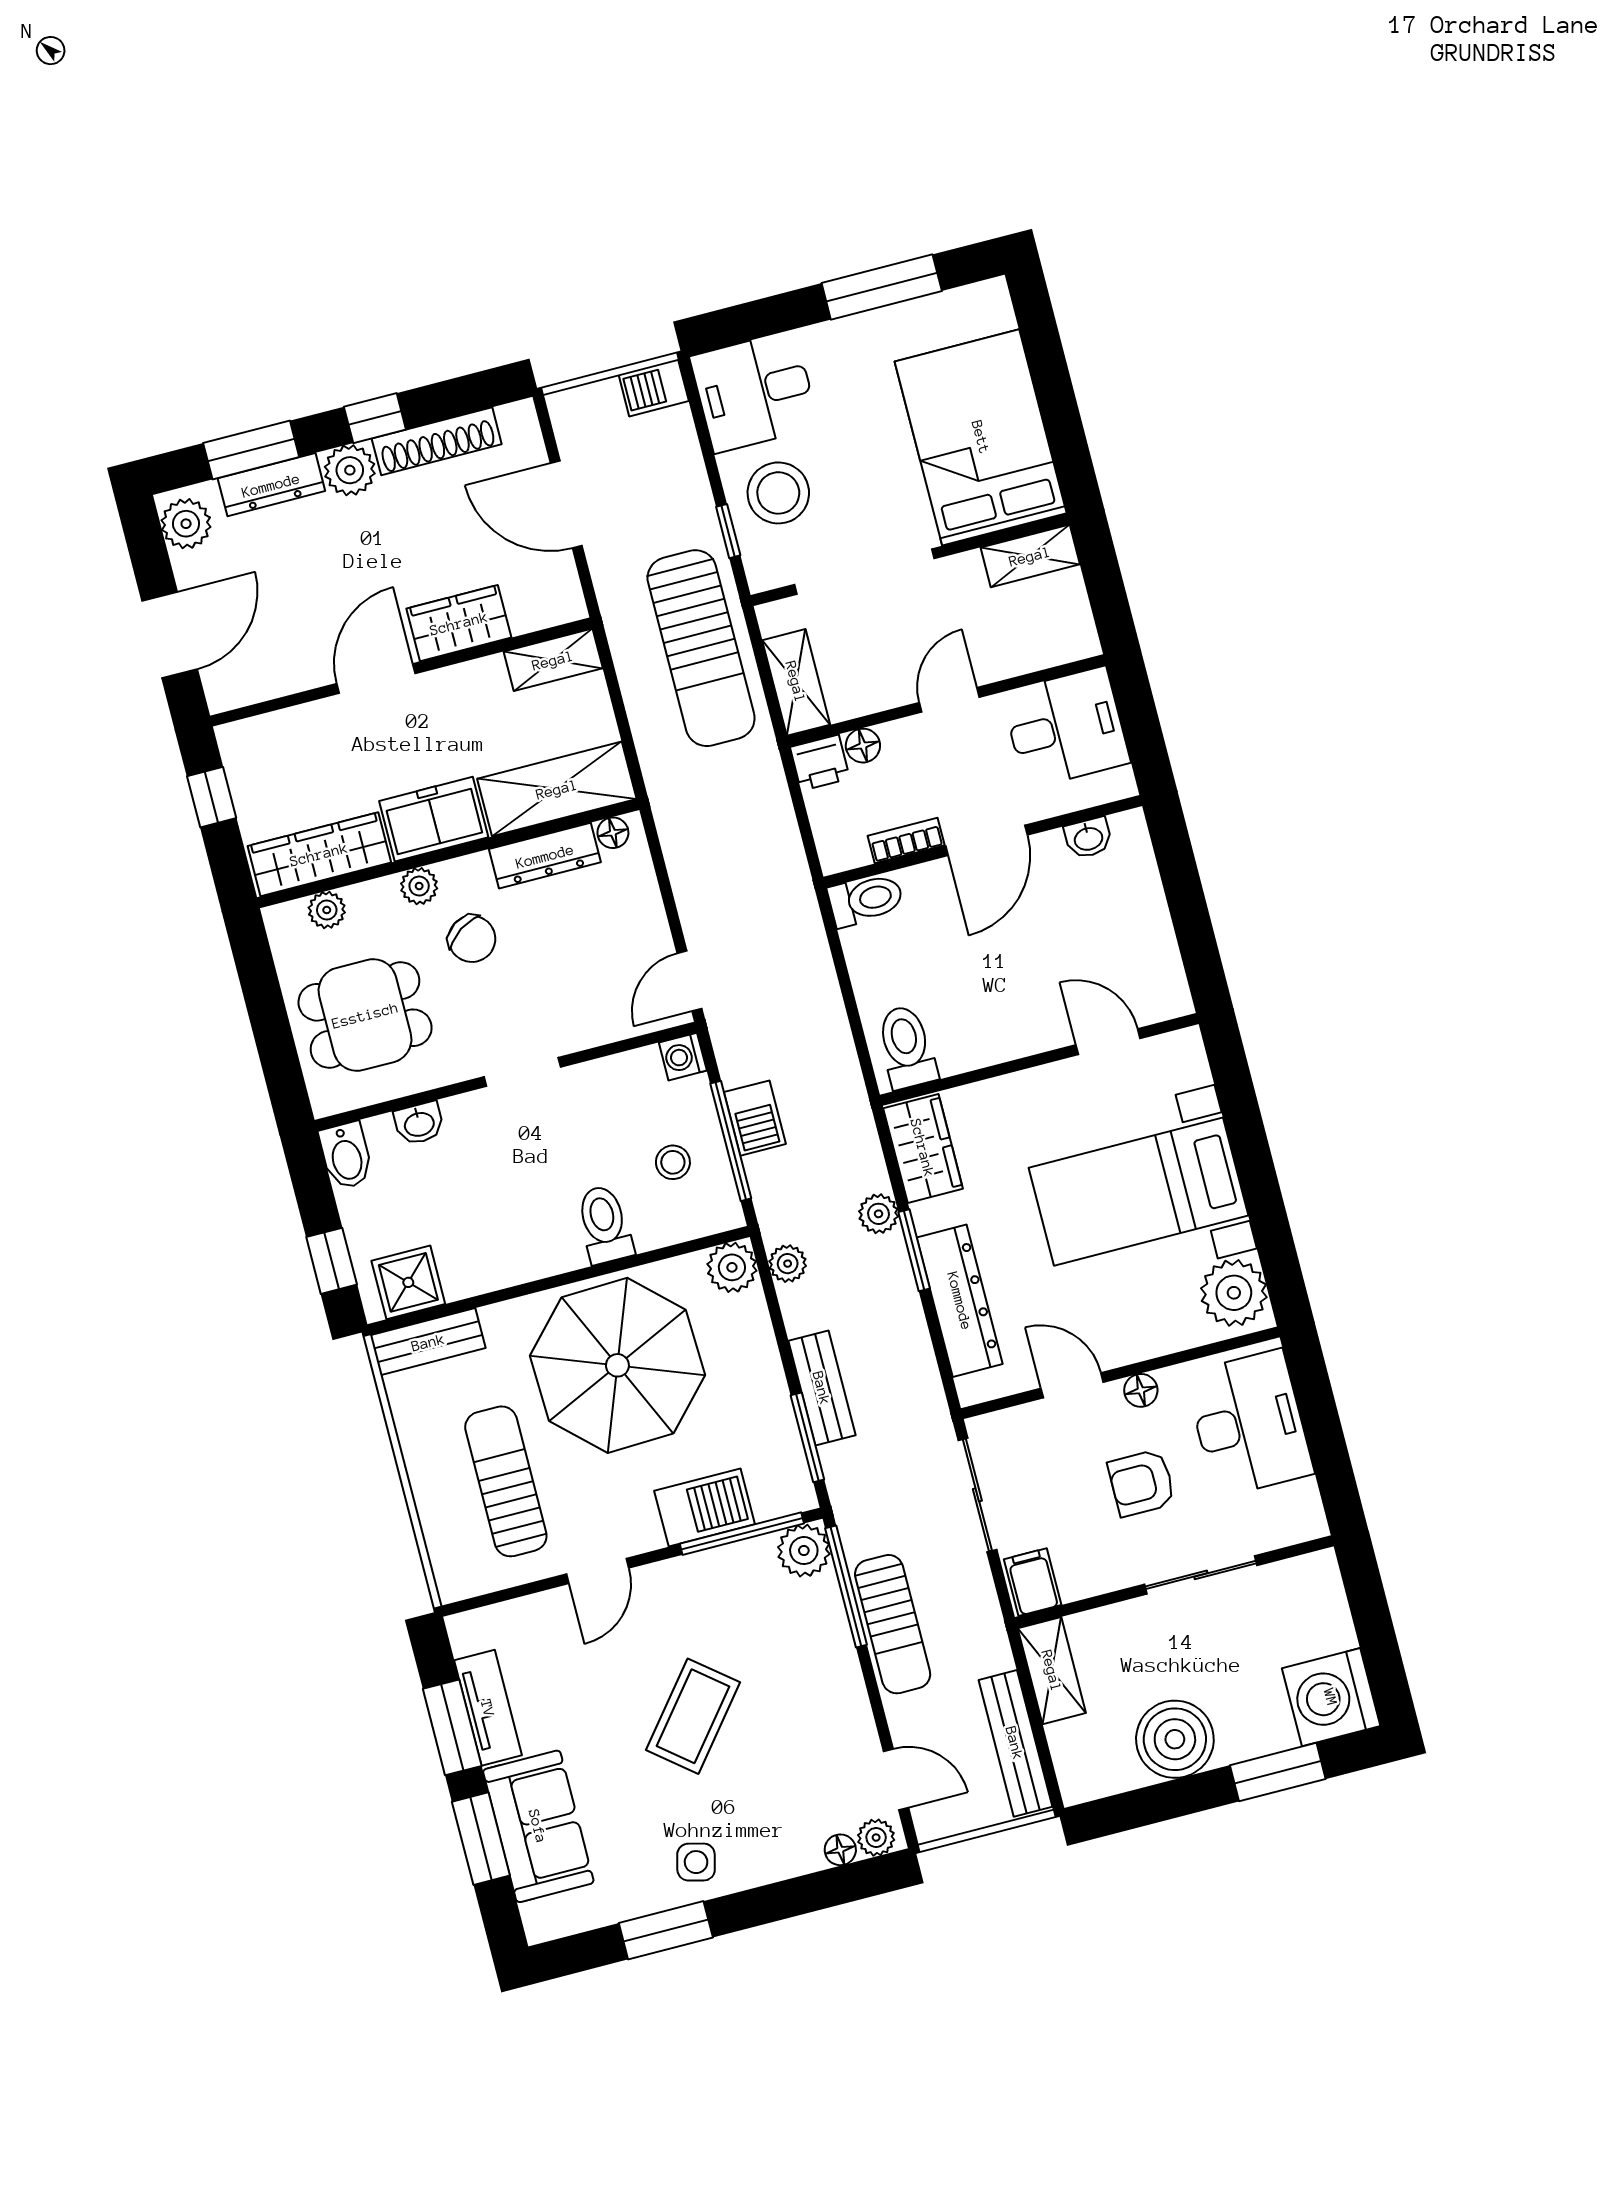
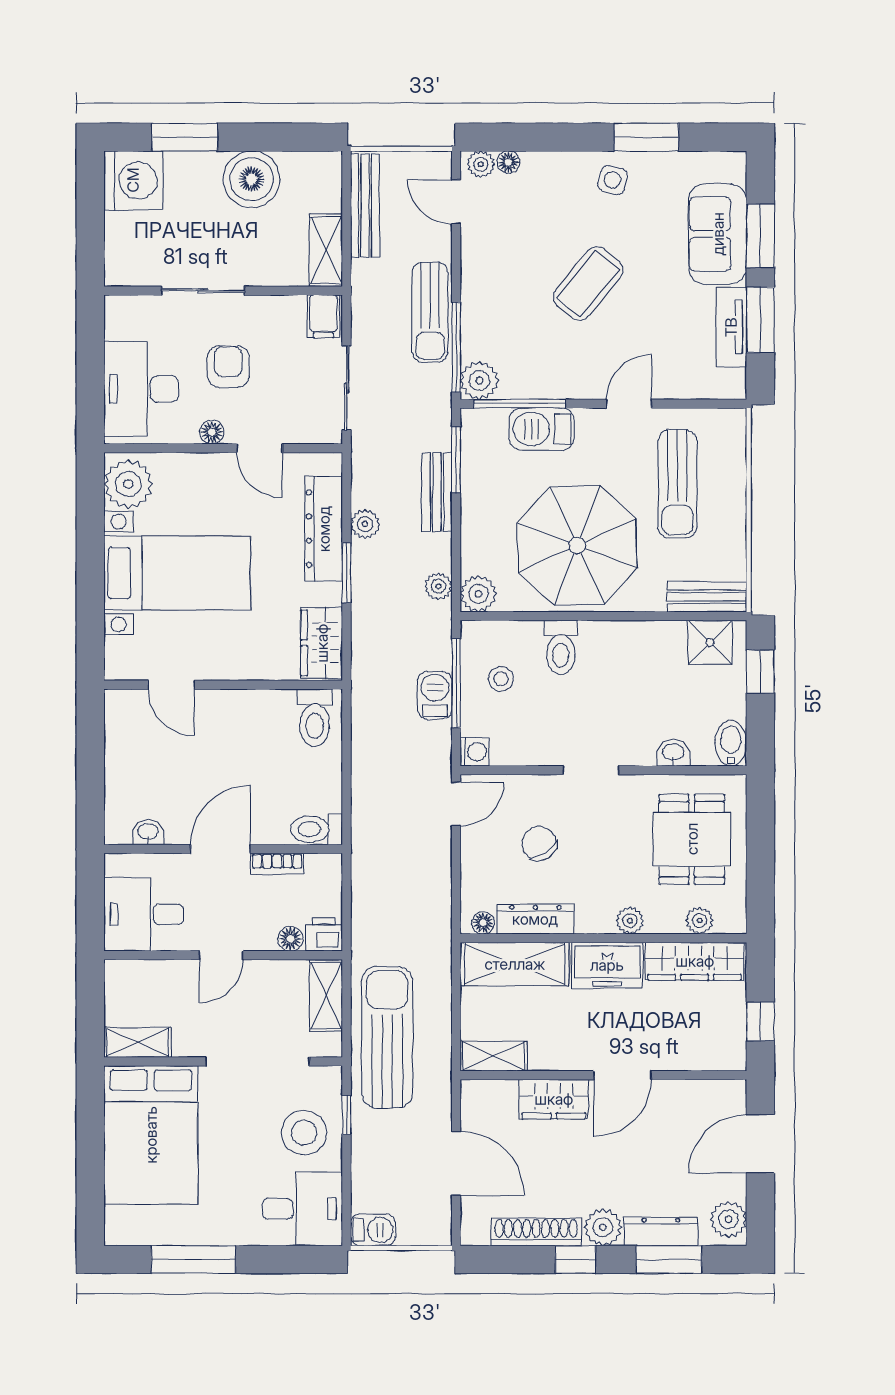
chair: (472, 939) -> (539, 843), moved
dining table: (365, 1015) -> (692, 839), turned 90
plant: (878, 1214) -> (365, 524), moved
armchair: (1142, 1483) -> (228, 366), turned -90
sun lounger: (893, 1624) -> (430, 312), turned 180

